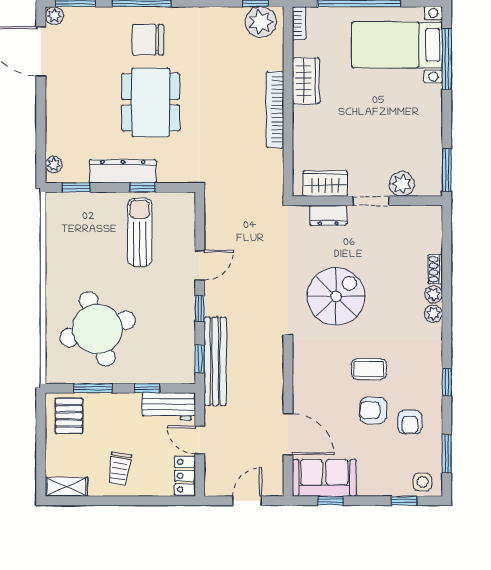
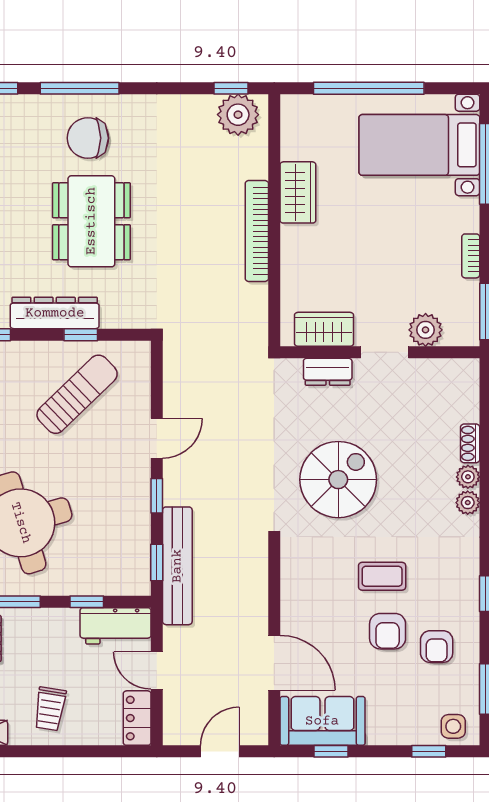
bookcase: (299, 23) -> (471, 256), moved, turned 180
sun lounger: (140, 232) -> (77, 394), turned 46
armchair: (373, 410) -> (388, 631), turned -90

